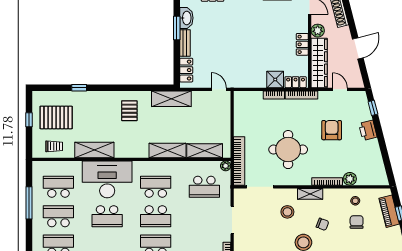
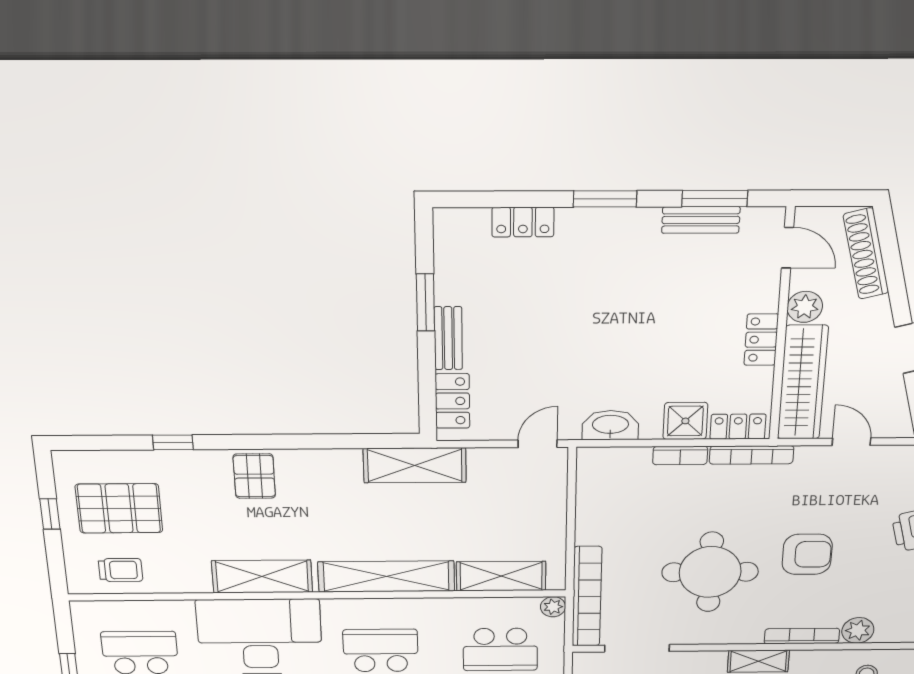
washbasin: (186, 18) -> (610, 425), moved, turned -90
door: (219, 89) -> (538, 444), hinge flipped
pallet: (129, 111) -> (254, 476), moved
armchair: (332, 130) -> (807, 554), moved, turned 90
shelving: (94, 150) -> (262, 576), moved
shelving: (168, 150) -> (386, 576), width x1.47

